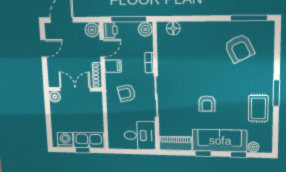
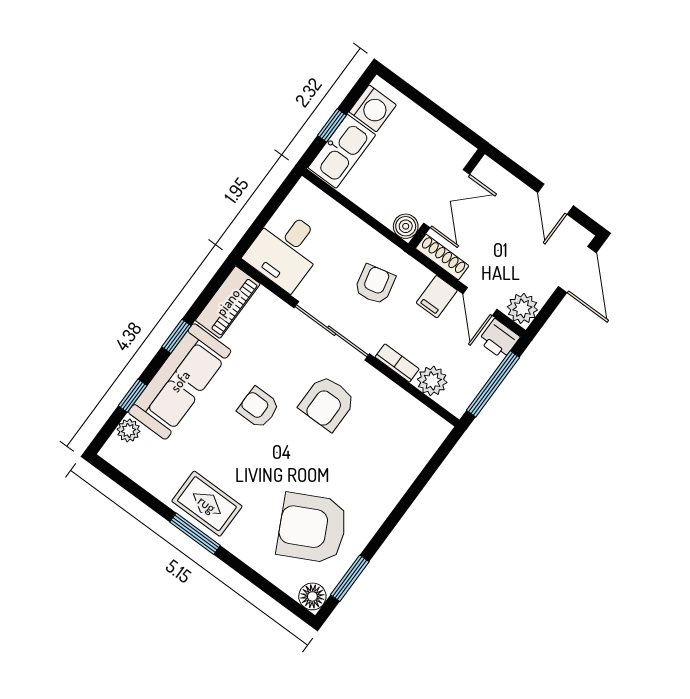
window: (249, 18) -> (350, 578), width x0.69
floor lamp: (173, 28) -> (312, 596), moved
plant: (145, 29) -> (432, 381), moved
armchair: (239, 48) -> (312, 528), width x1.36, depth x1.36
armchair: (185, 78) -> (327, 403), added
boiler: (55, 97) -> (406, 226), moved
rug: (258, 108) -> (207, 504), moved

